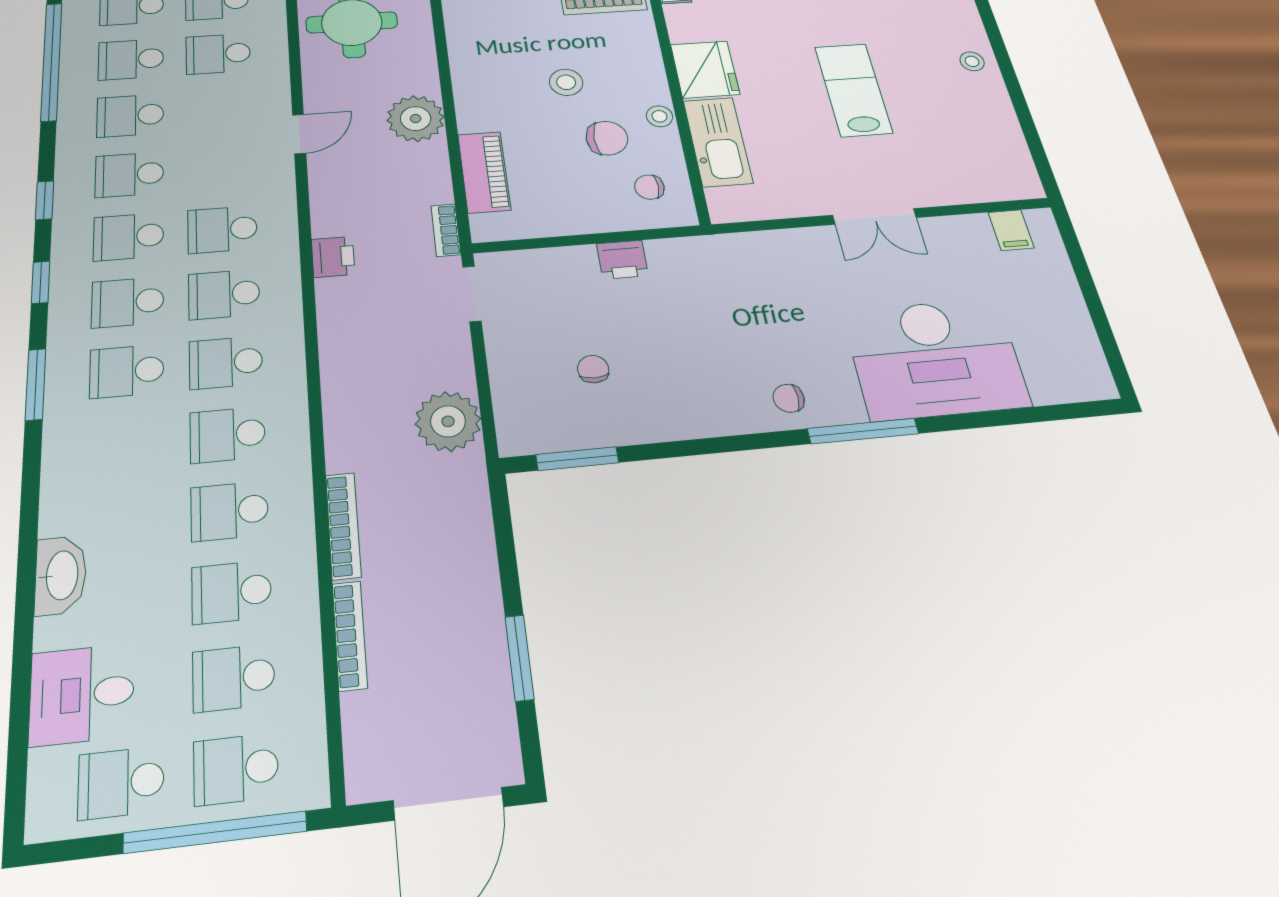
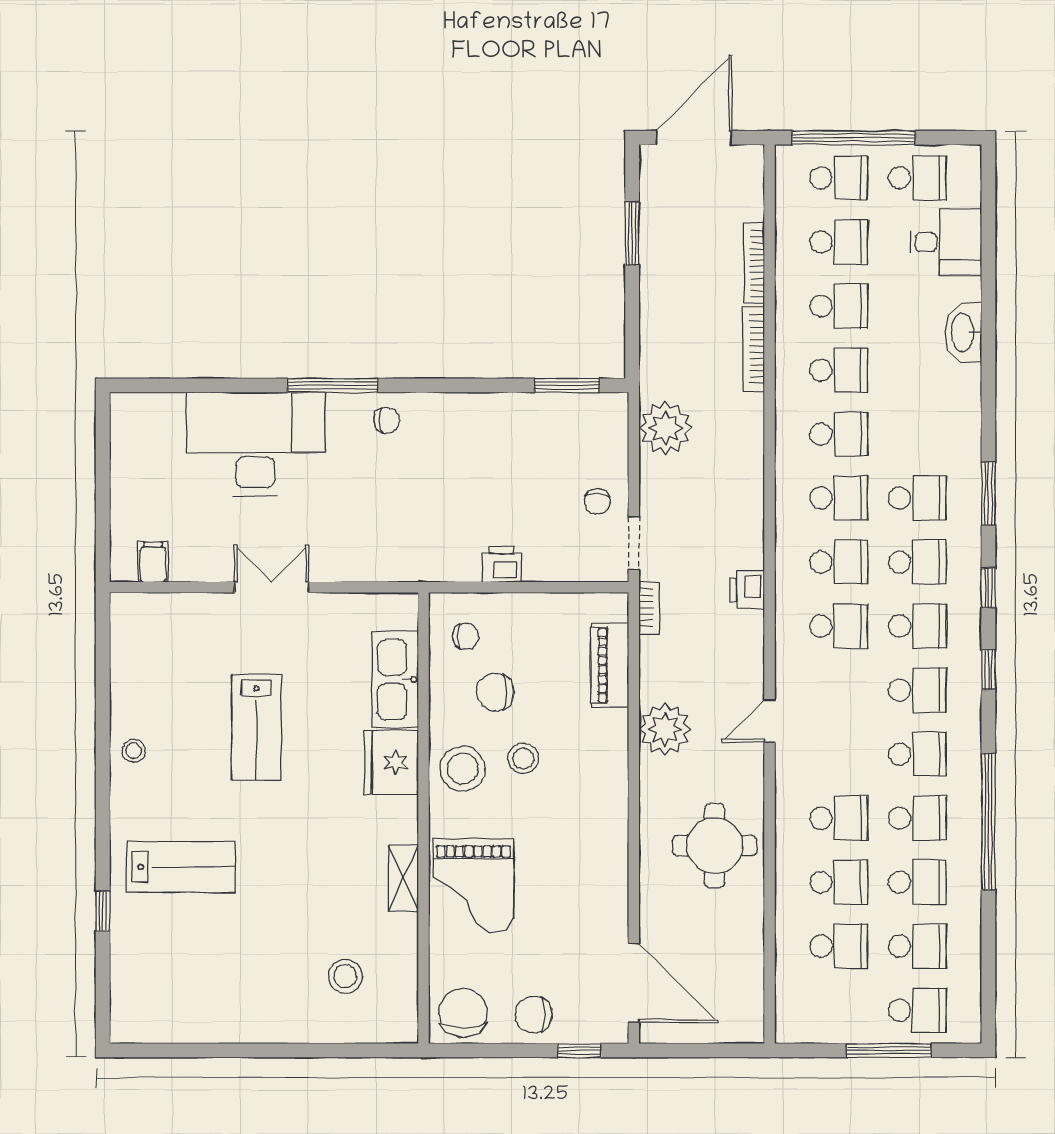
stool: (659, 116) -> (463, 769), moved, width x1.89, depth x1.89
chair: (593, 369) -> (597, 502), moved

